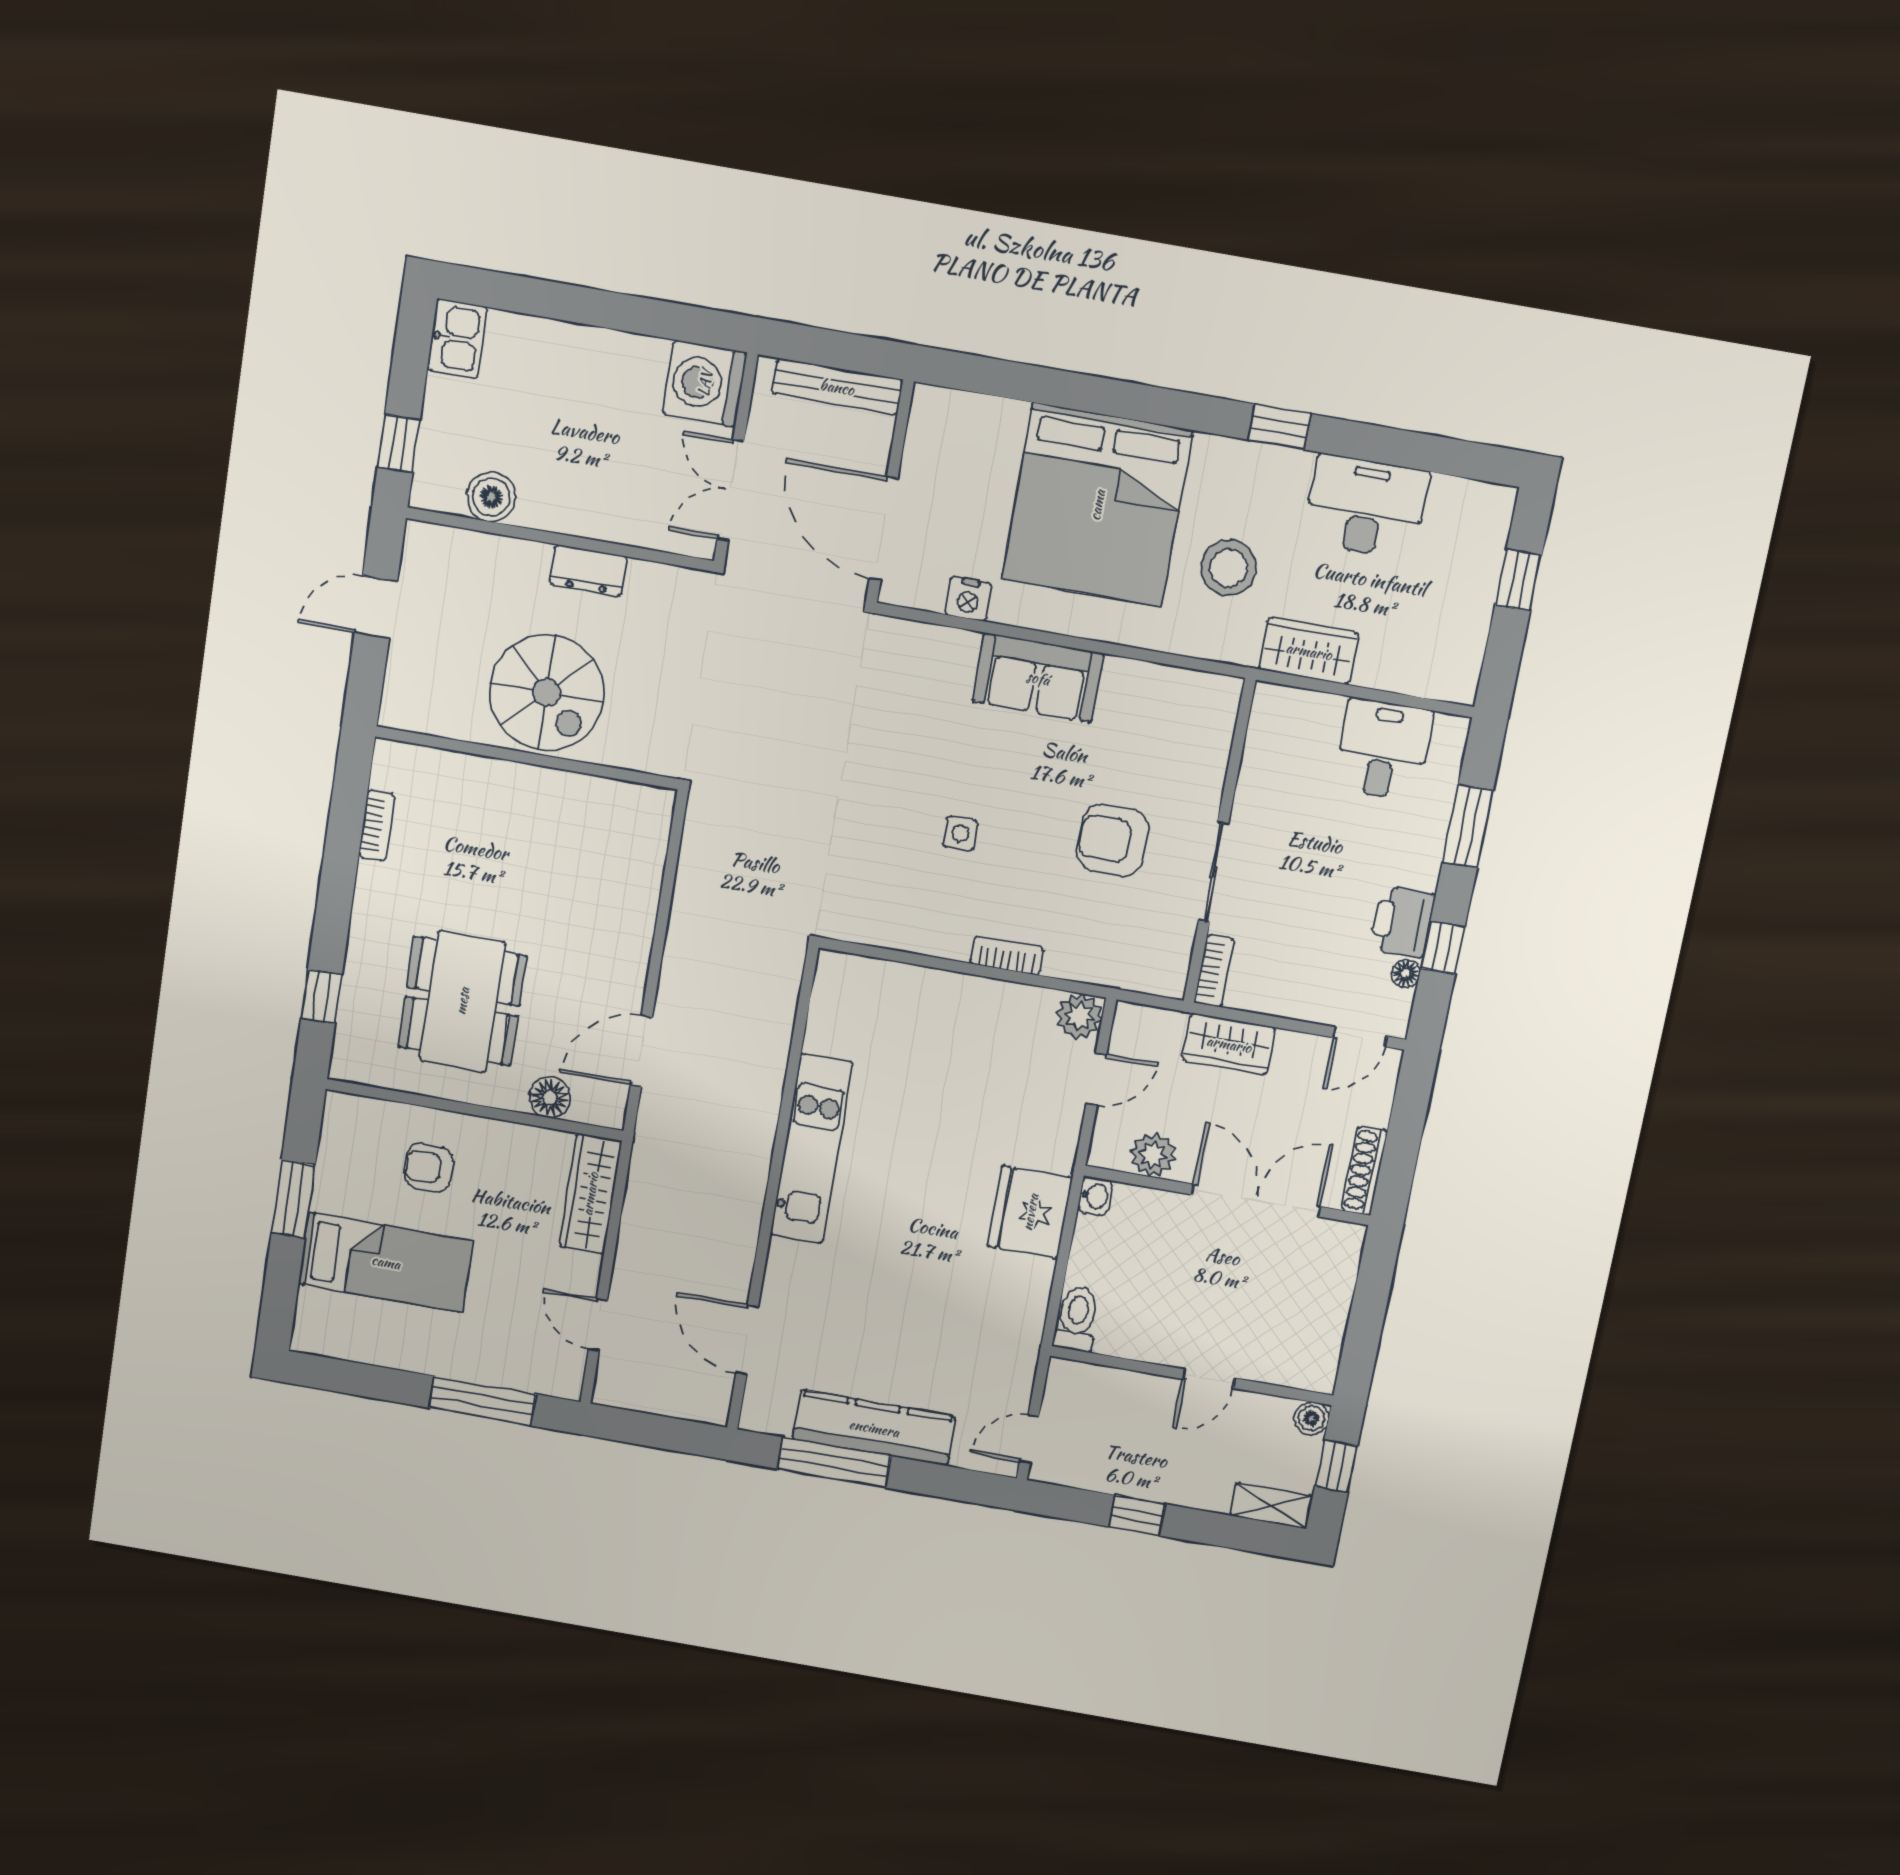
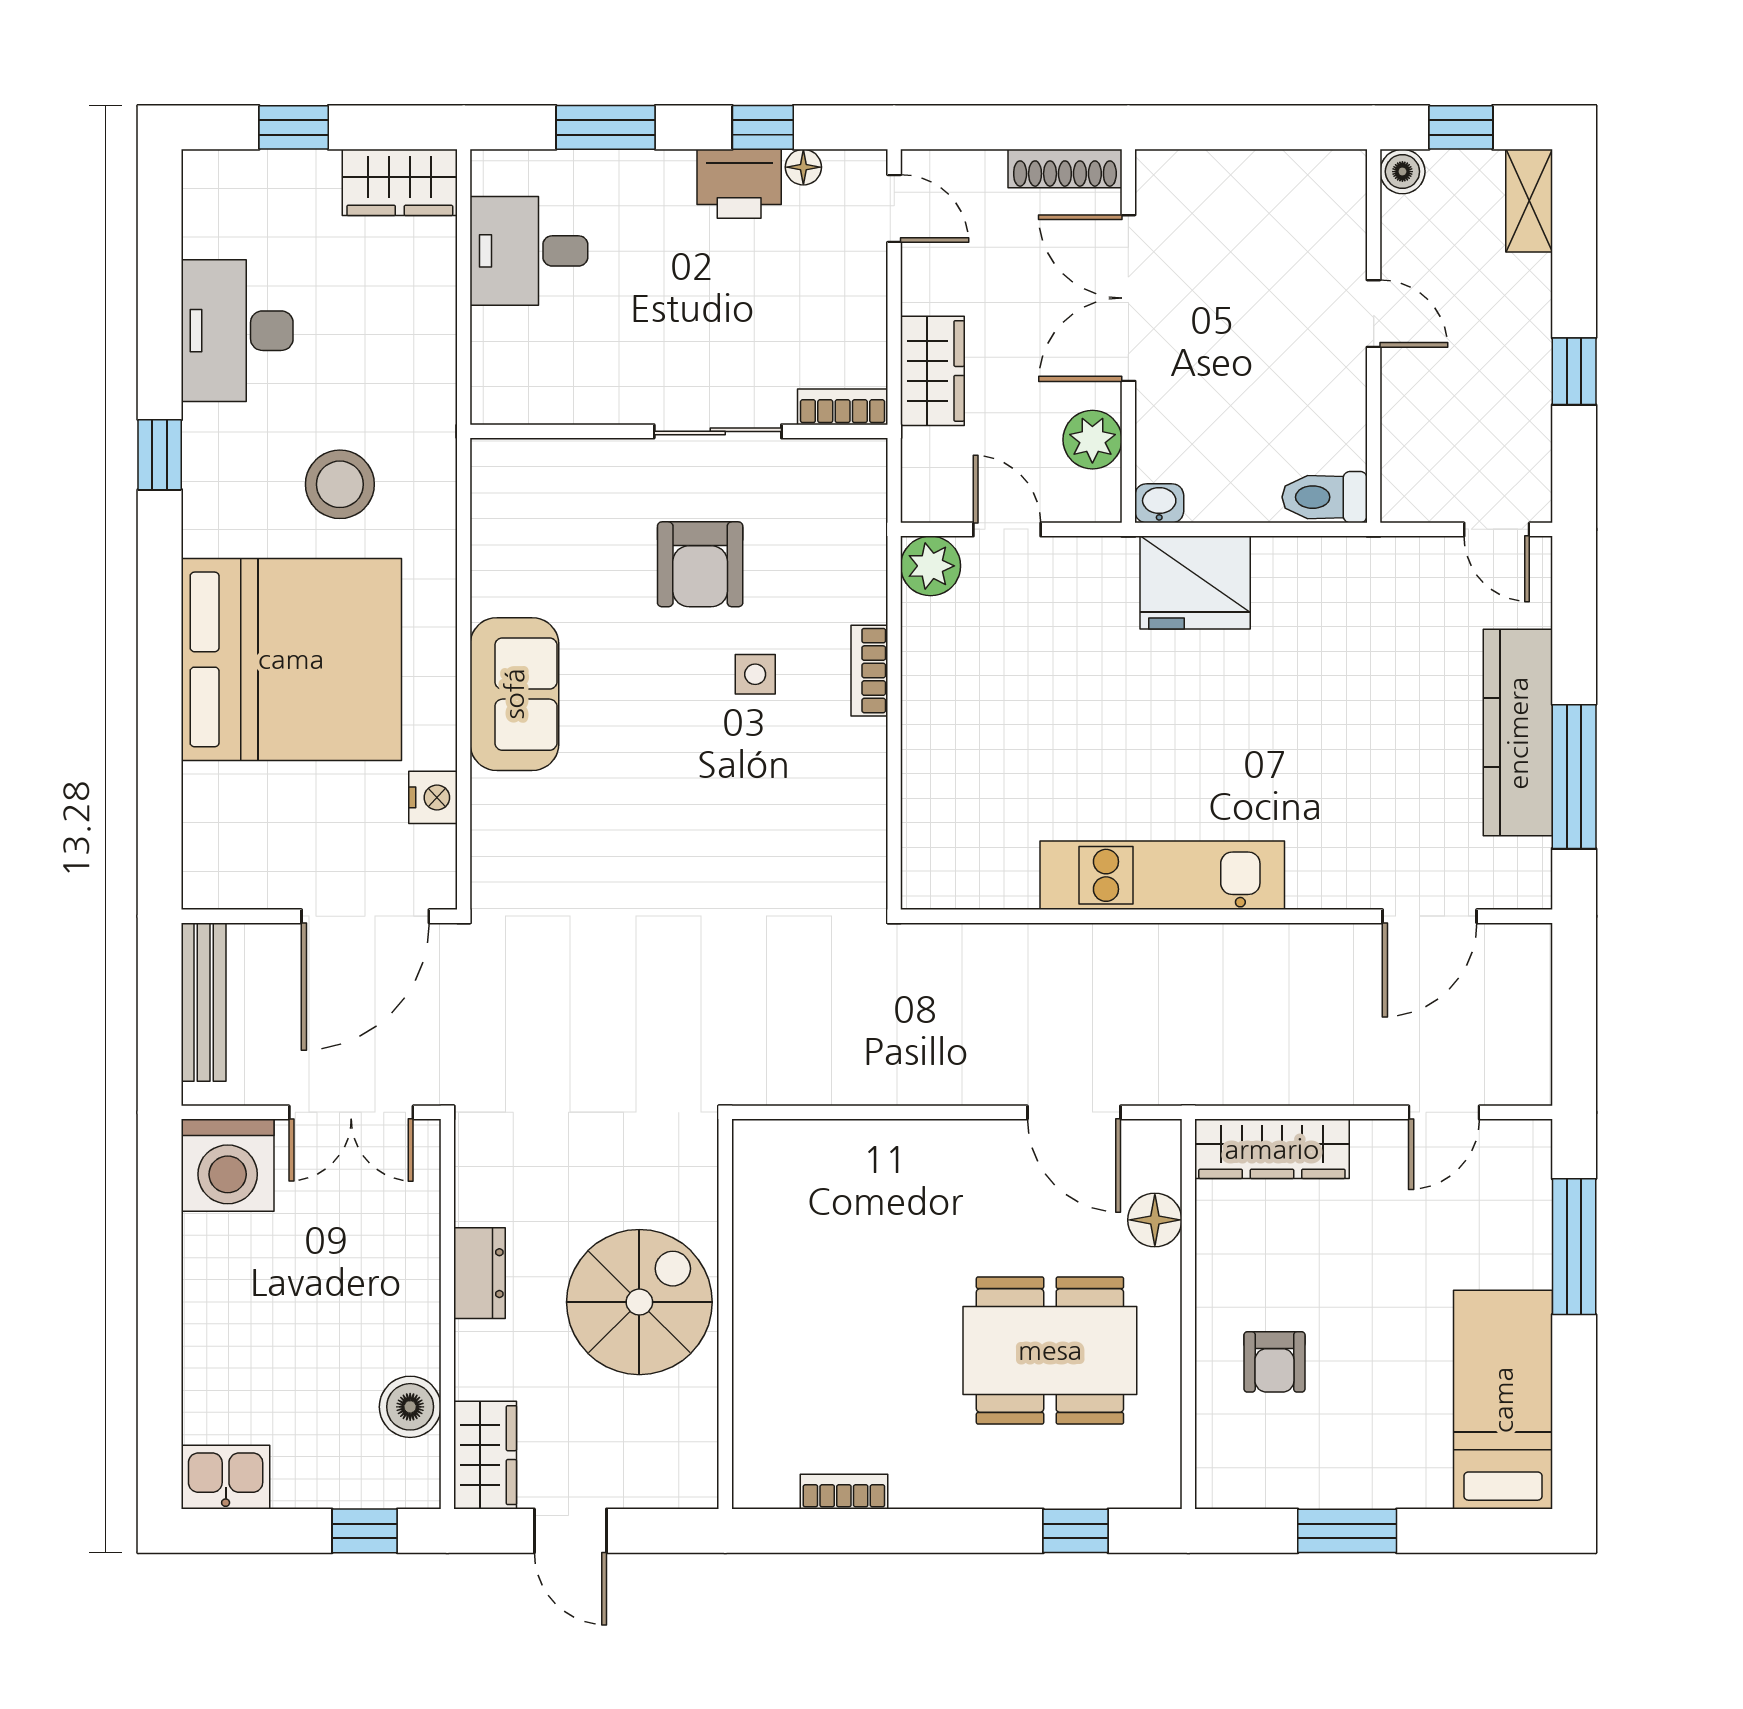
wardrobe: (445, 550) -> (485, 1455), added
wardrobe: (1309, 651) -> (400, 182), moved, turned -90
side table: (960, 834) -> (755, 674), moved
bed: (386, 1262) -> (1503, 1400), moved

